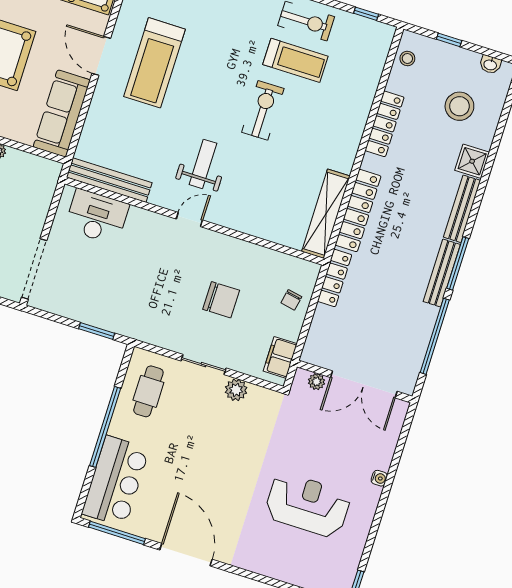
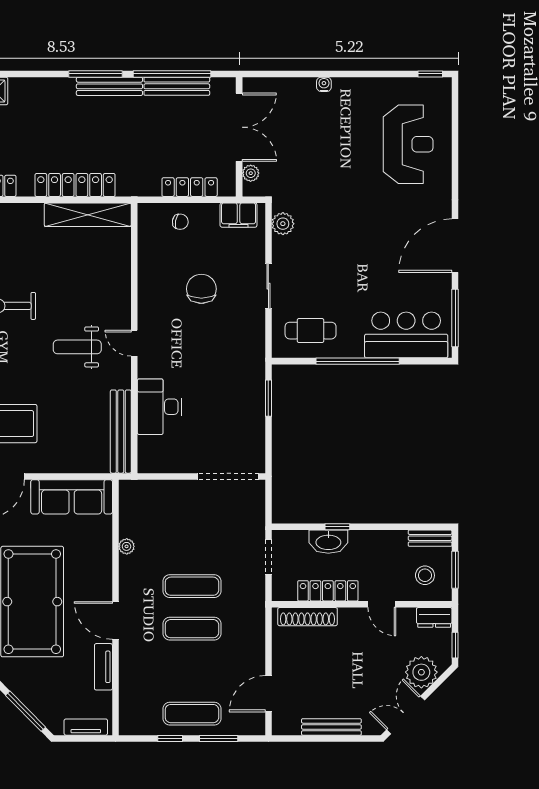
bench: (462, 209) -> (177, 86), moved
desk: (97, 217) -> (159, 407), moved
locker: (335, 278) -> (190, 187), moved
plant: (236, 390) -> (283, 224), moved
reception desk: (308, 505) -> (408, 144), moved, turned 180

